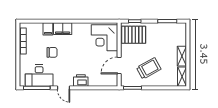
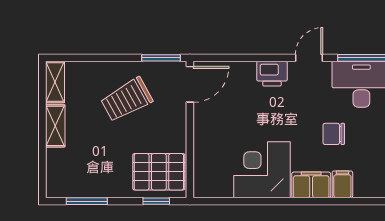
corner desk: (104, 38) -> (262, 170), moved, turned -90
door: (119, 66) -> (190, 84), moved
door: (64, 88) -> (309, 58), hinge flipped

